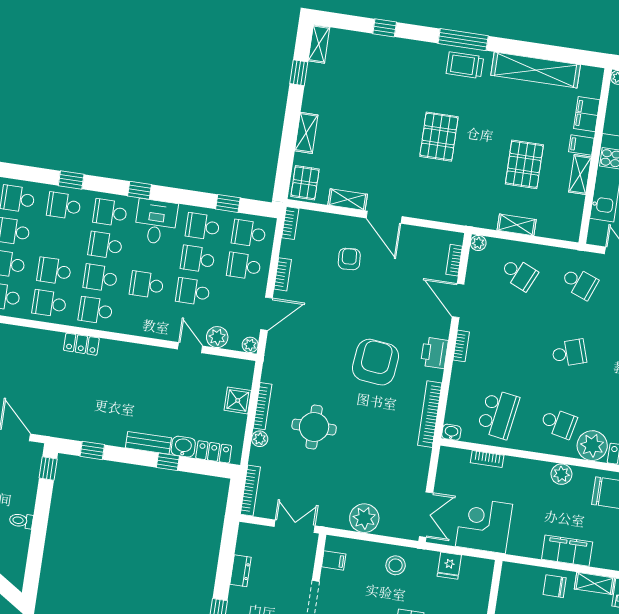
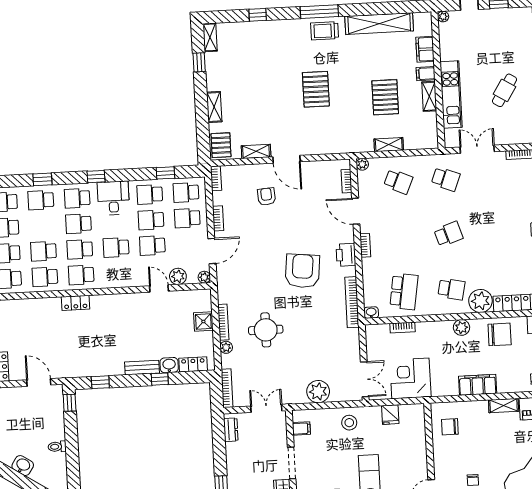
dresser: (240, 571) -> (231, 430), moved
chair: (555, 586) -> (450, 427), moved

